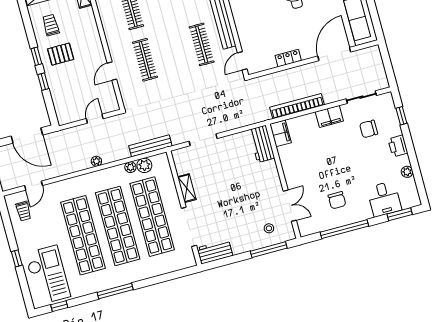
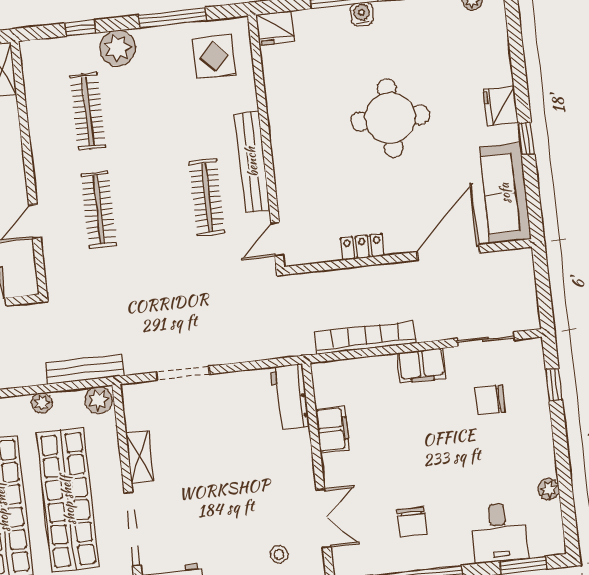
filing cabinet: (281, 133) -> (332, 429), moved
printer: (398, 146) -> (539, 439), removed
plant: (144, 165) -> (99, 400), moved

